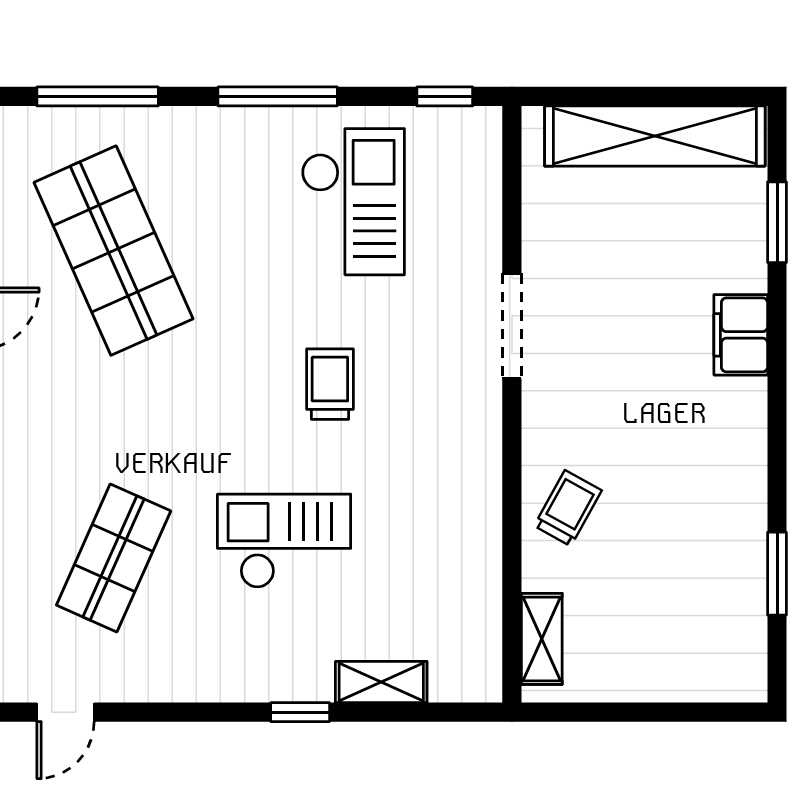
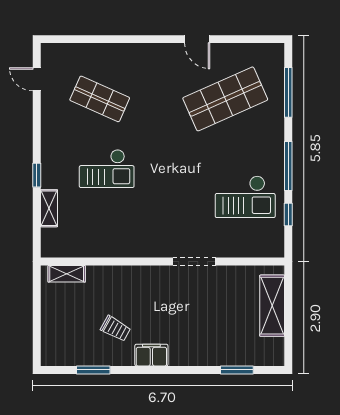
window: (445, 96) -> (288, 214), moved
shelving: (655, 136) -> (272, 306), width x0.68
filing cabinet: (741, 335) -> (151, 355), moved
trolley: (330, 384) -> (171, 187), removed
trolley: (568, 508) -> (116, 329), moved
checkout: (284, 541) -> (107, 169), turned 90

